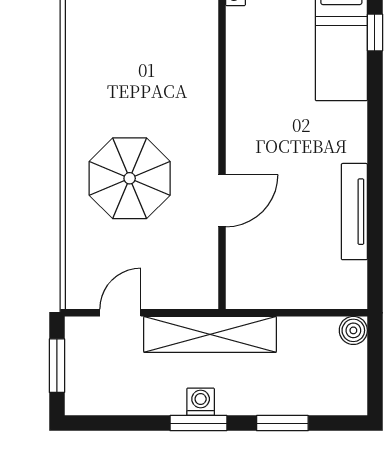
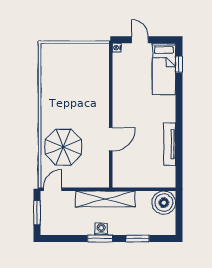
parasol: (130, 178) -> (63, 147), moved
door: (120, 313) -> (53, 189), moved
boiler: (353, 330) -> (164, 203), width x1.86, depth x1.86

